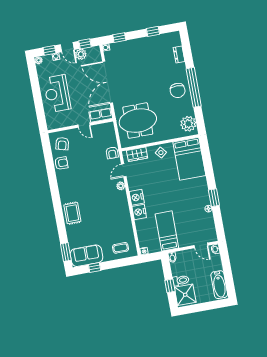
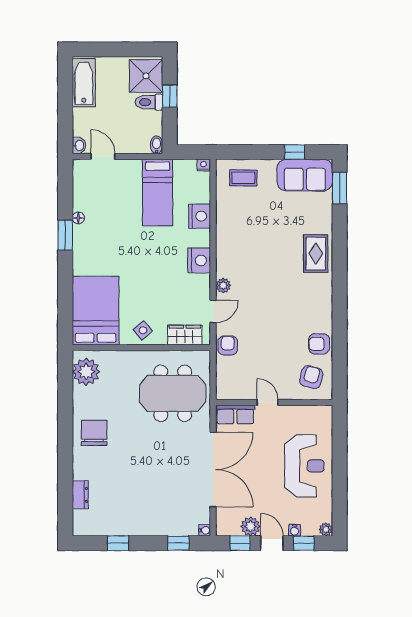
window: (194, 87) -> (65, 433), removed
nightstand: (139, 212) -> (199, 216), moved

